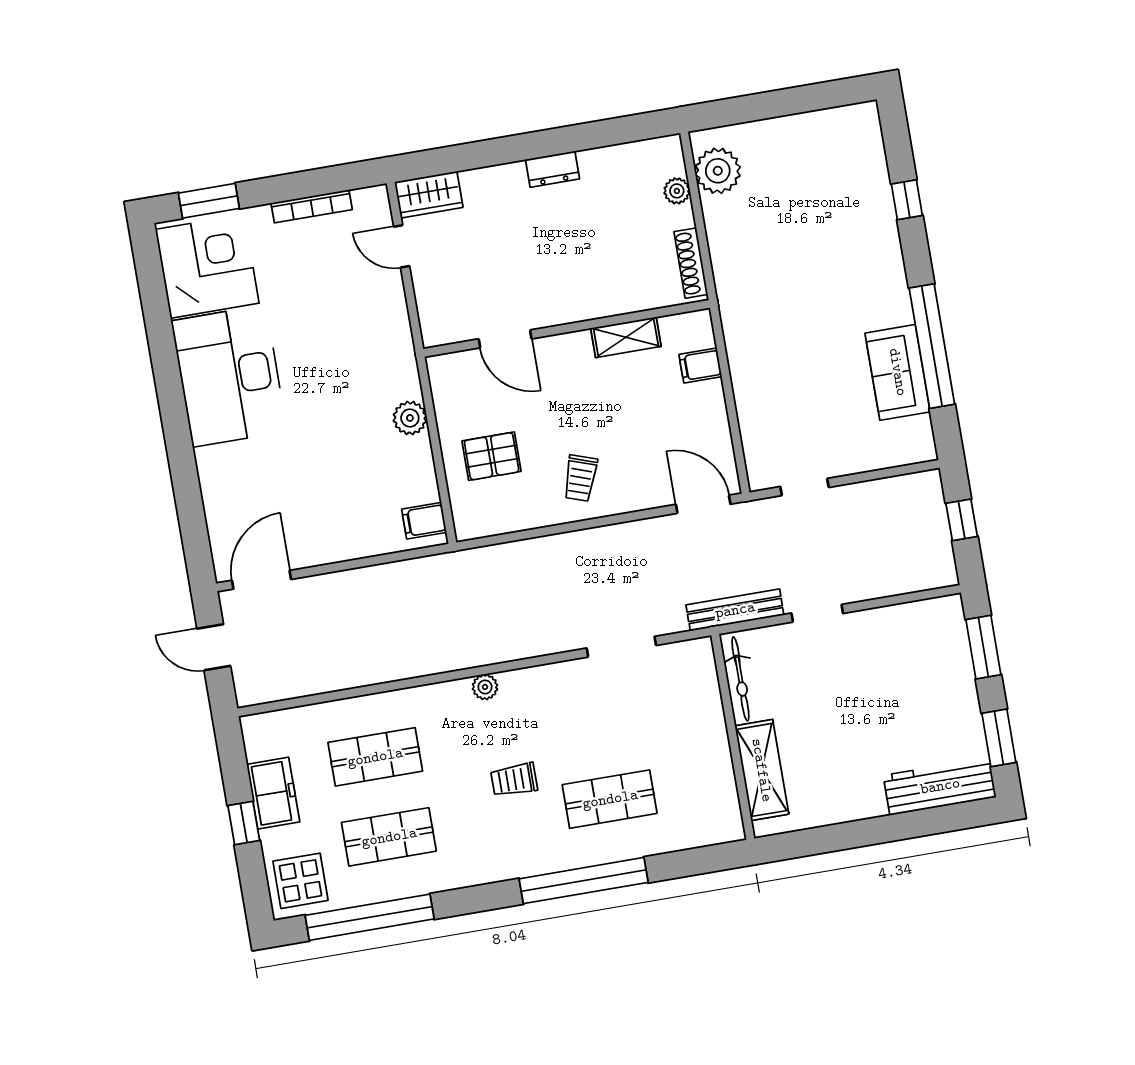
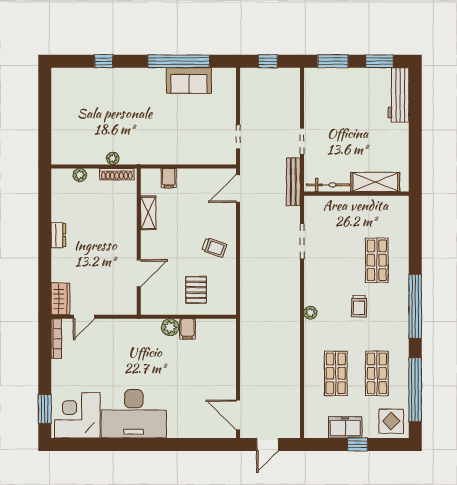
plant: (718, 171) -> (113, 158), moved, width x0.53, depth x0.53
bookcase: (312, 206) -> (56, 339), moved
filing cabinet: (424, 521) -> (188, 329), moved
window: (584, 881) -> (415, 306), moved

